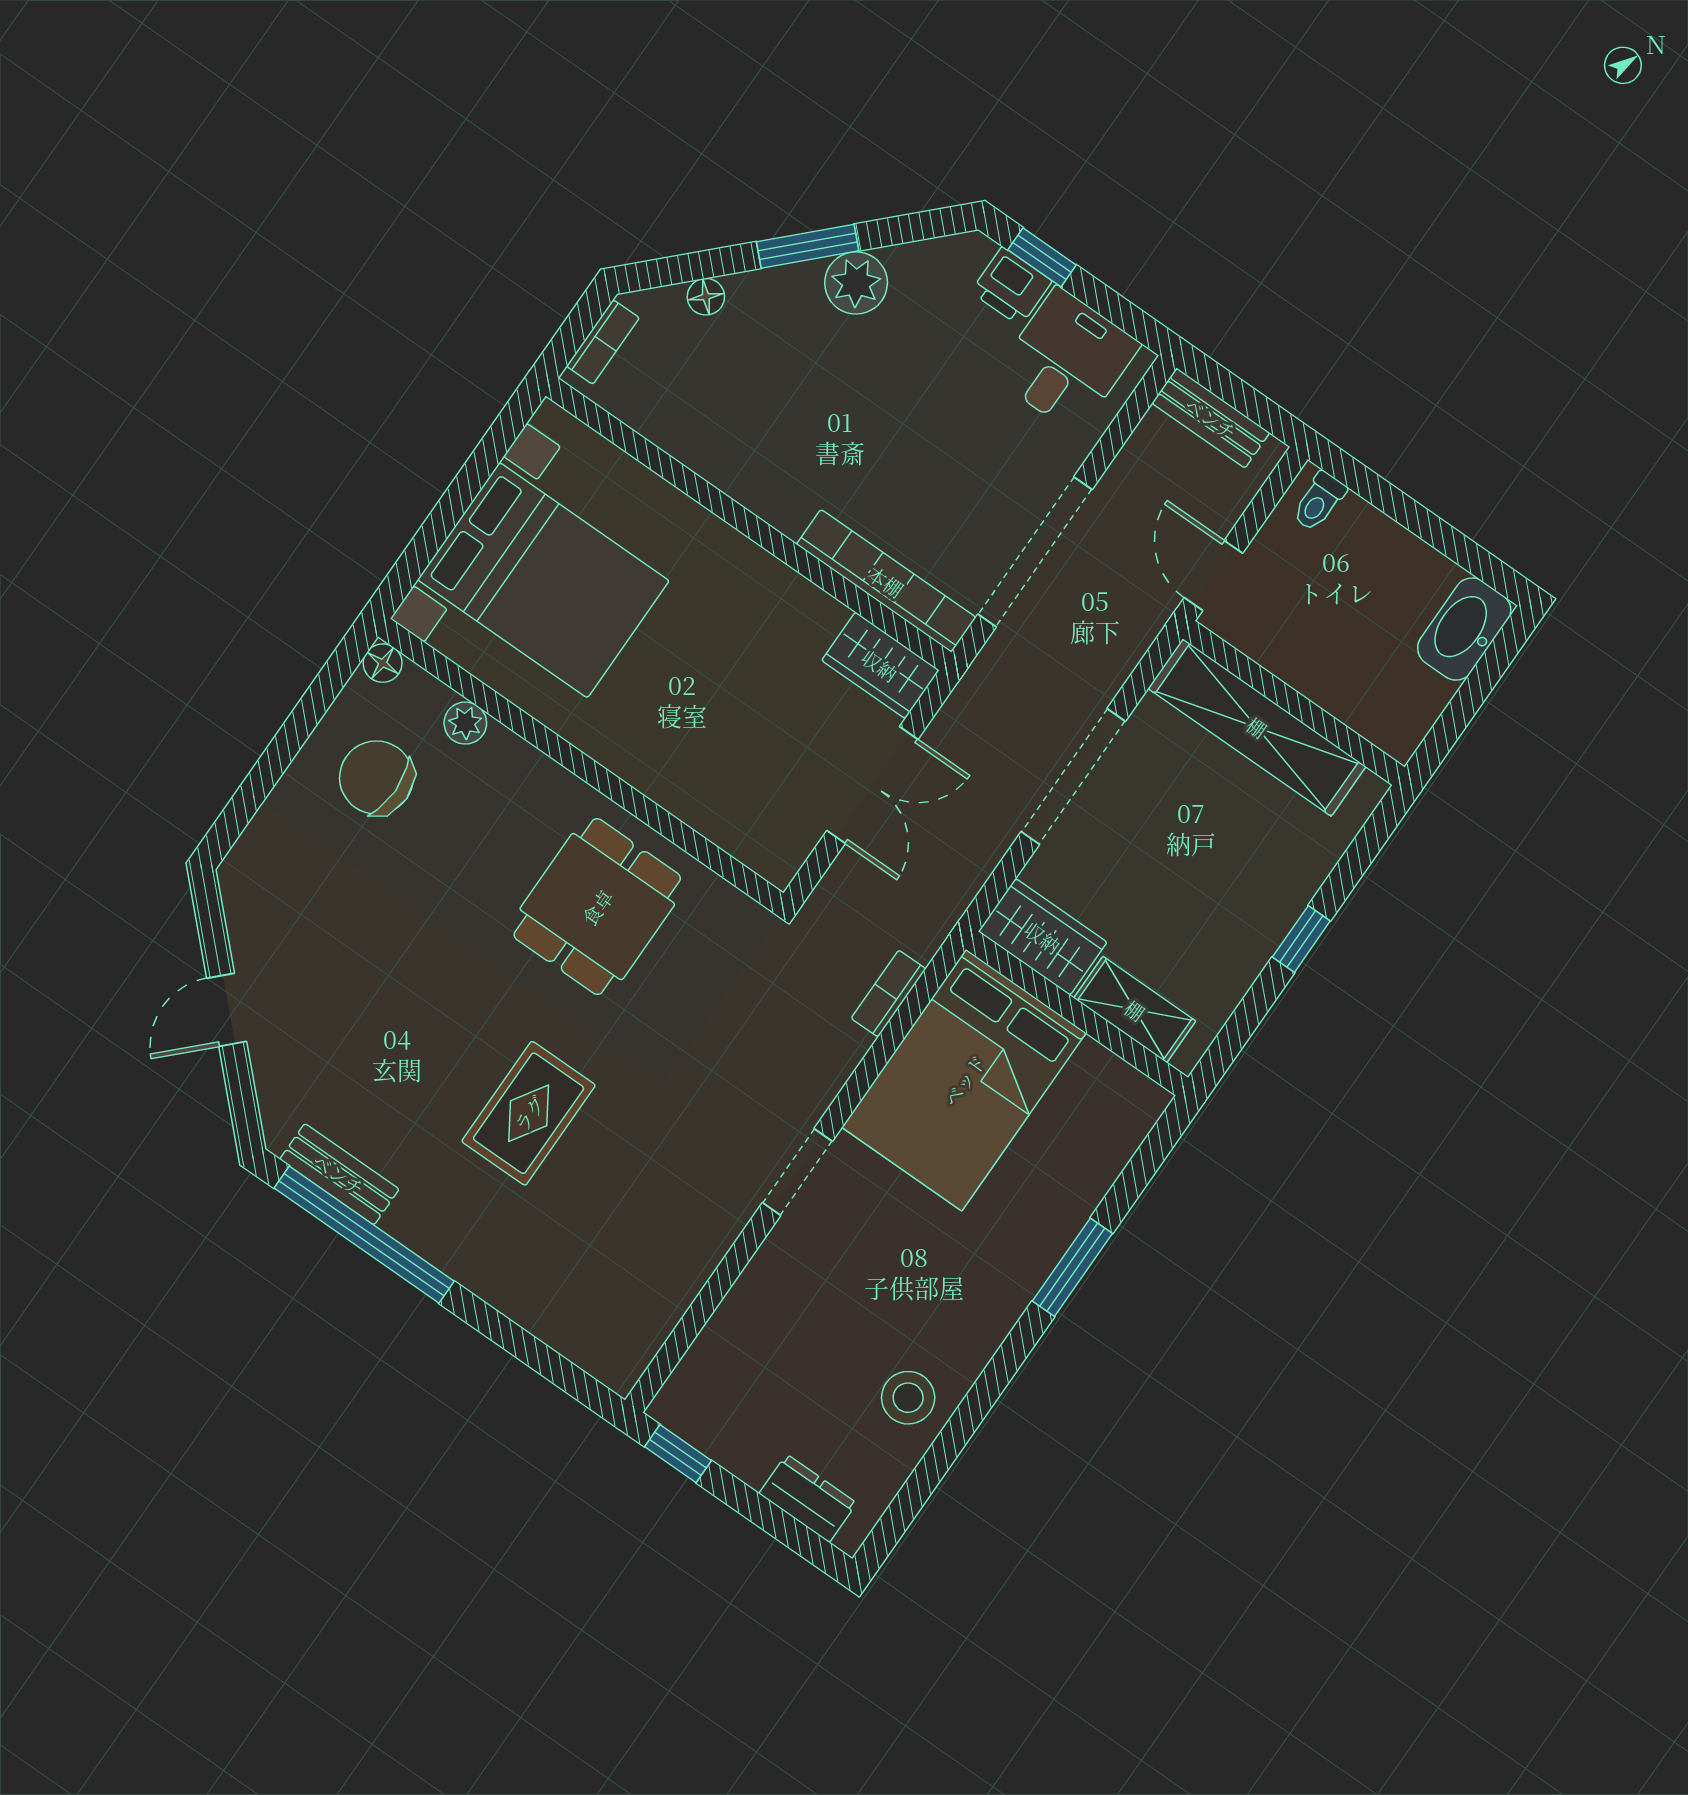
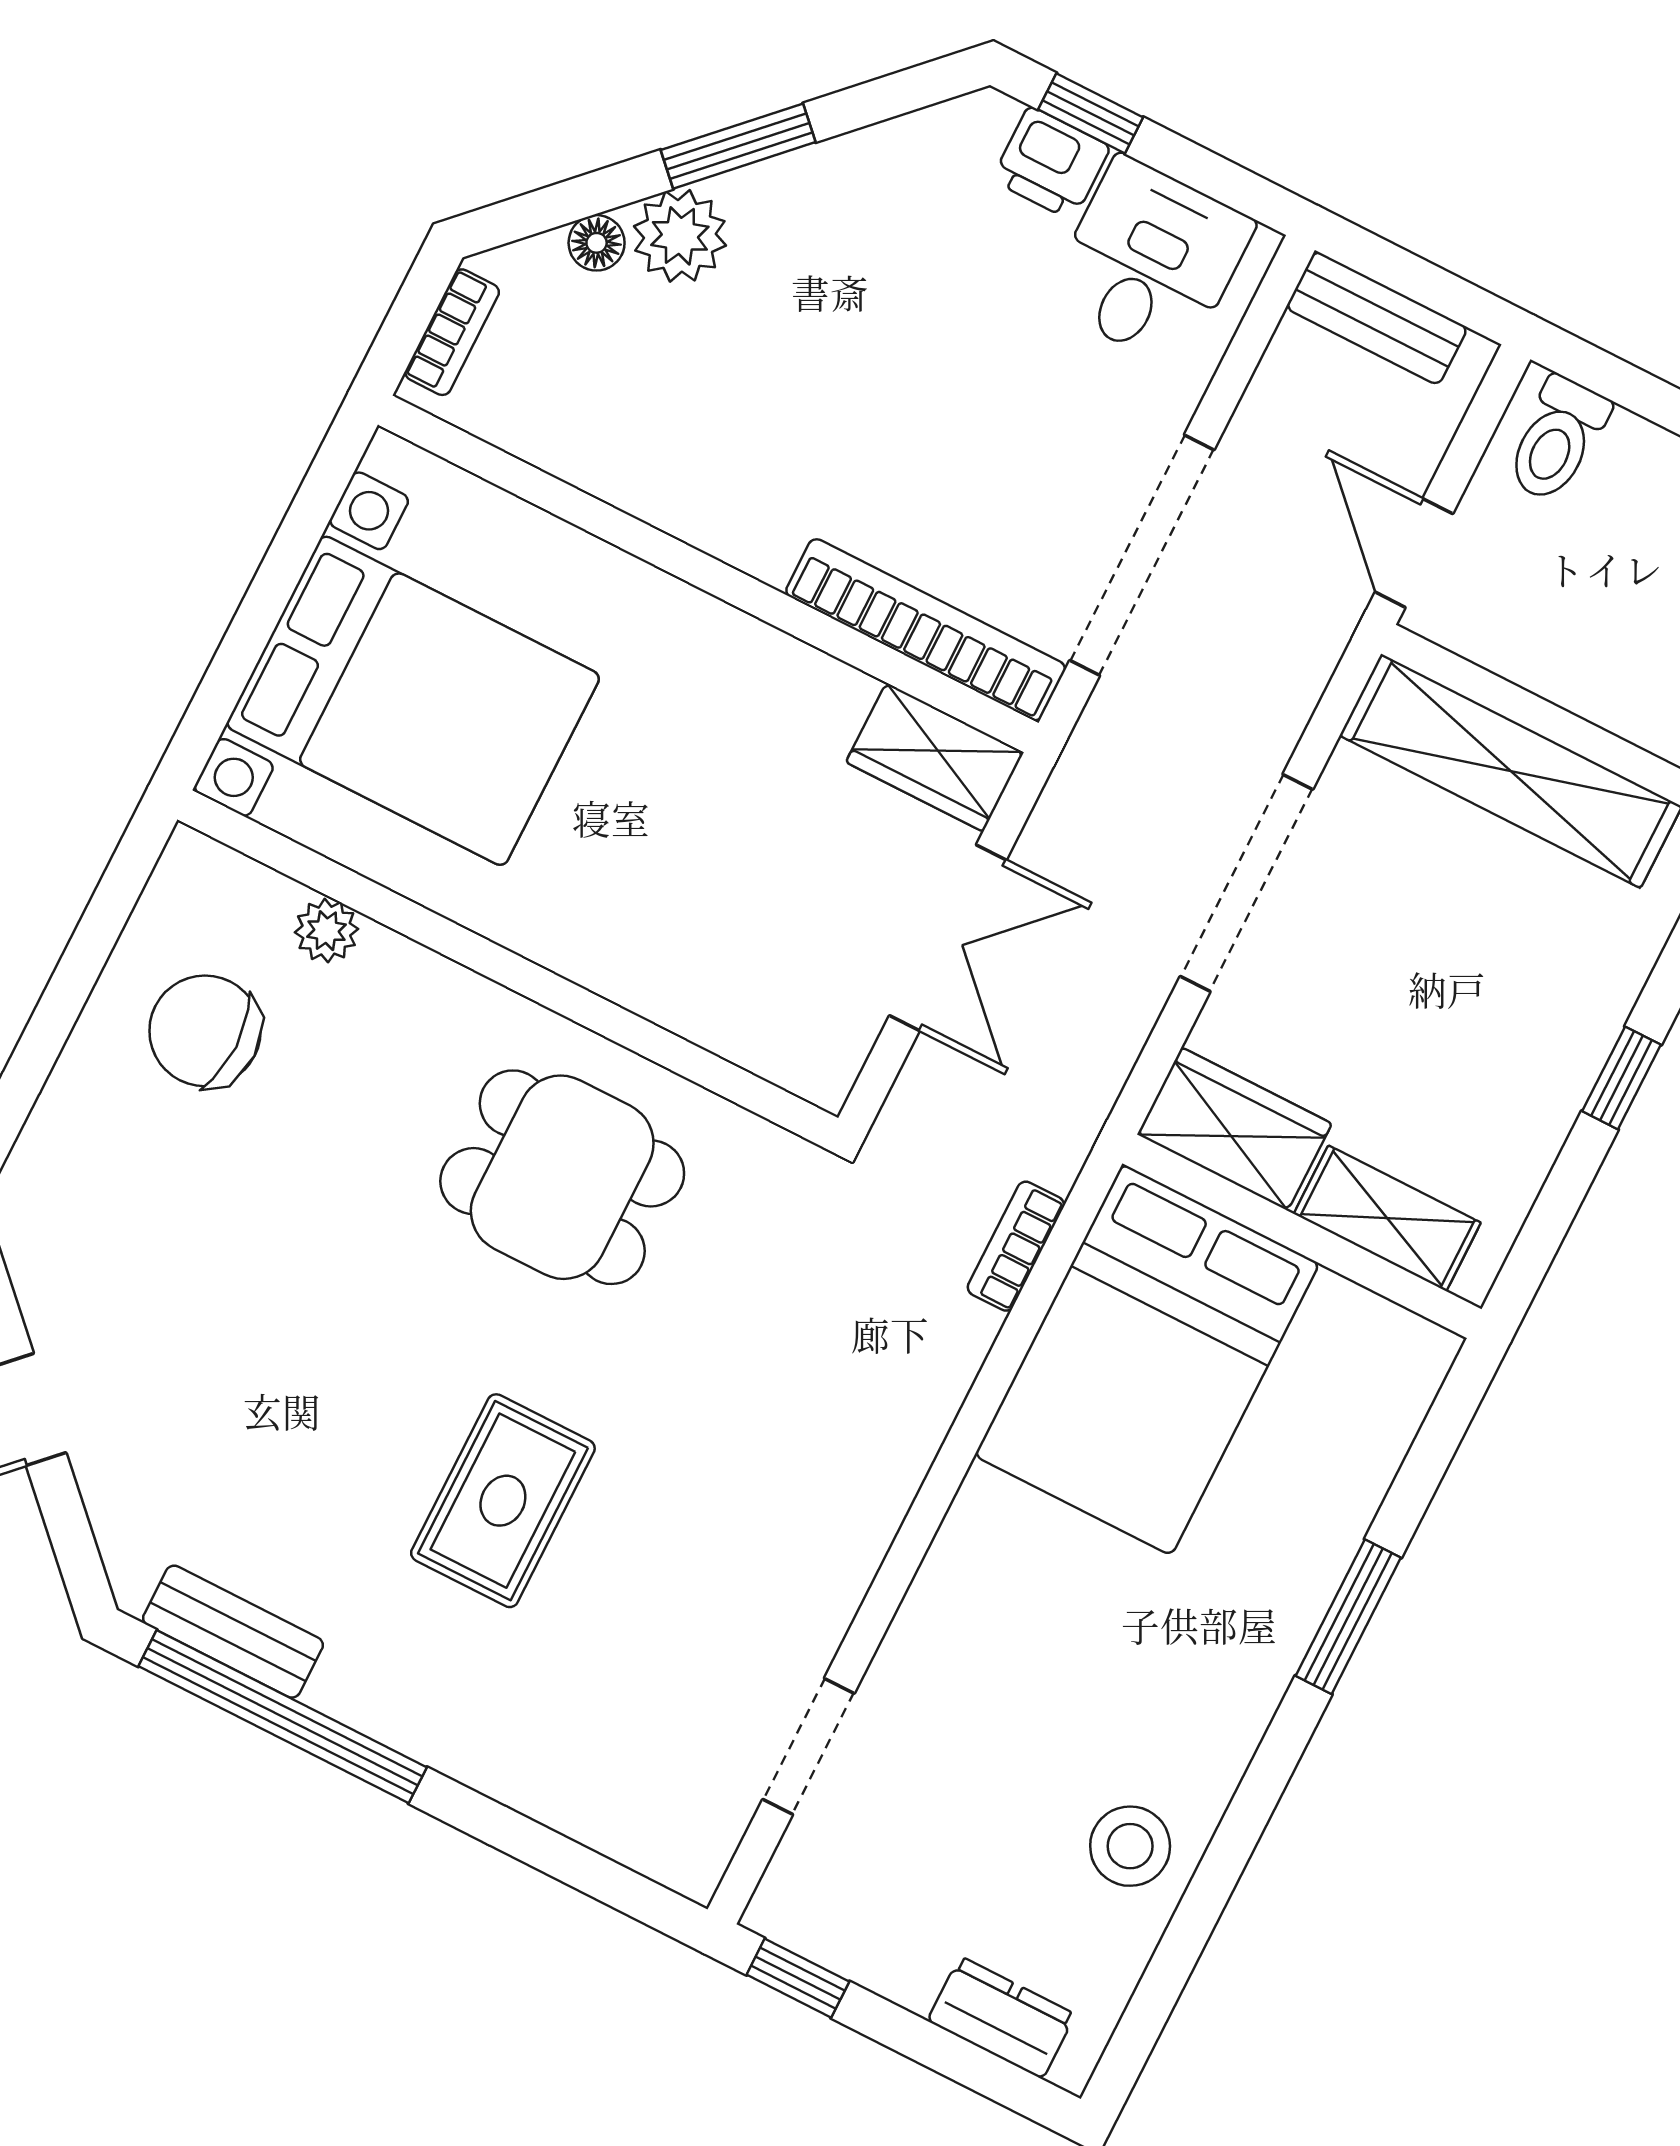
plant: (856, 283) -> (680, 236), moved
toilet: (1319, 501) -> (1557, 439), width x1.37, depth x1.39
floor lamp: (383, 663) -> (190, 858), removed
dining table: (597, 907) -> (562, 1177), turned 90
doorway: (797, 1172) -> (808, 1746), moved

